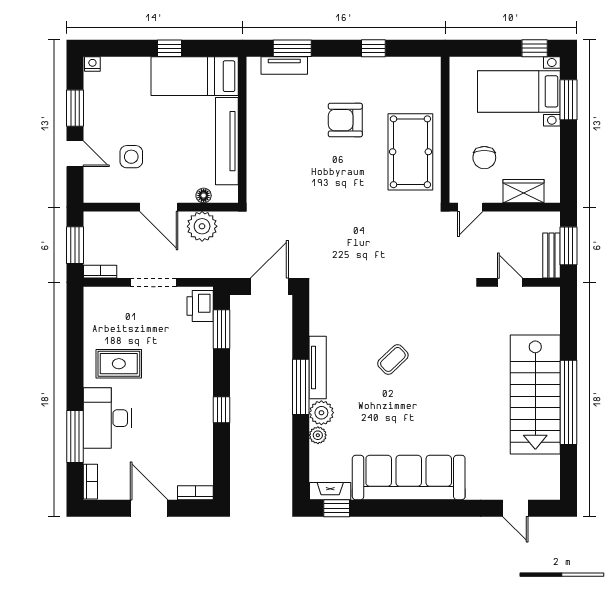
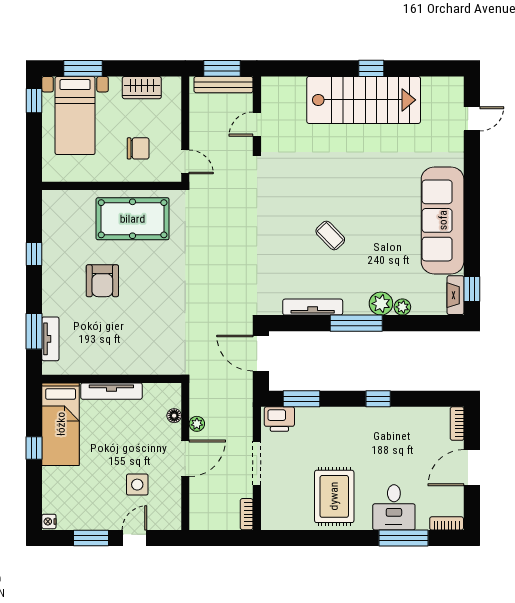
tv unit: (227, 141) -> (111, 391), width x0.73, depth x0.78
wardrobe: (523, 191) -> (142, 88), moved, turned -90
plant: (202, 226) -> (197, 424), width x0.53, depth x0.53
window: (75, 245) -> (221, 538), removed
bench: (551, 256) -> (224, 85), width x1.36
rug: (119, 364) -> (334, 496), width x1.36, depth x1.43
tv unit: (318, 368) -> (313, 307), moved
window: (568, 402) -> (371, 68), width x0.32
desk: (107, 418) -> (394, 507), width x0.73

